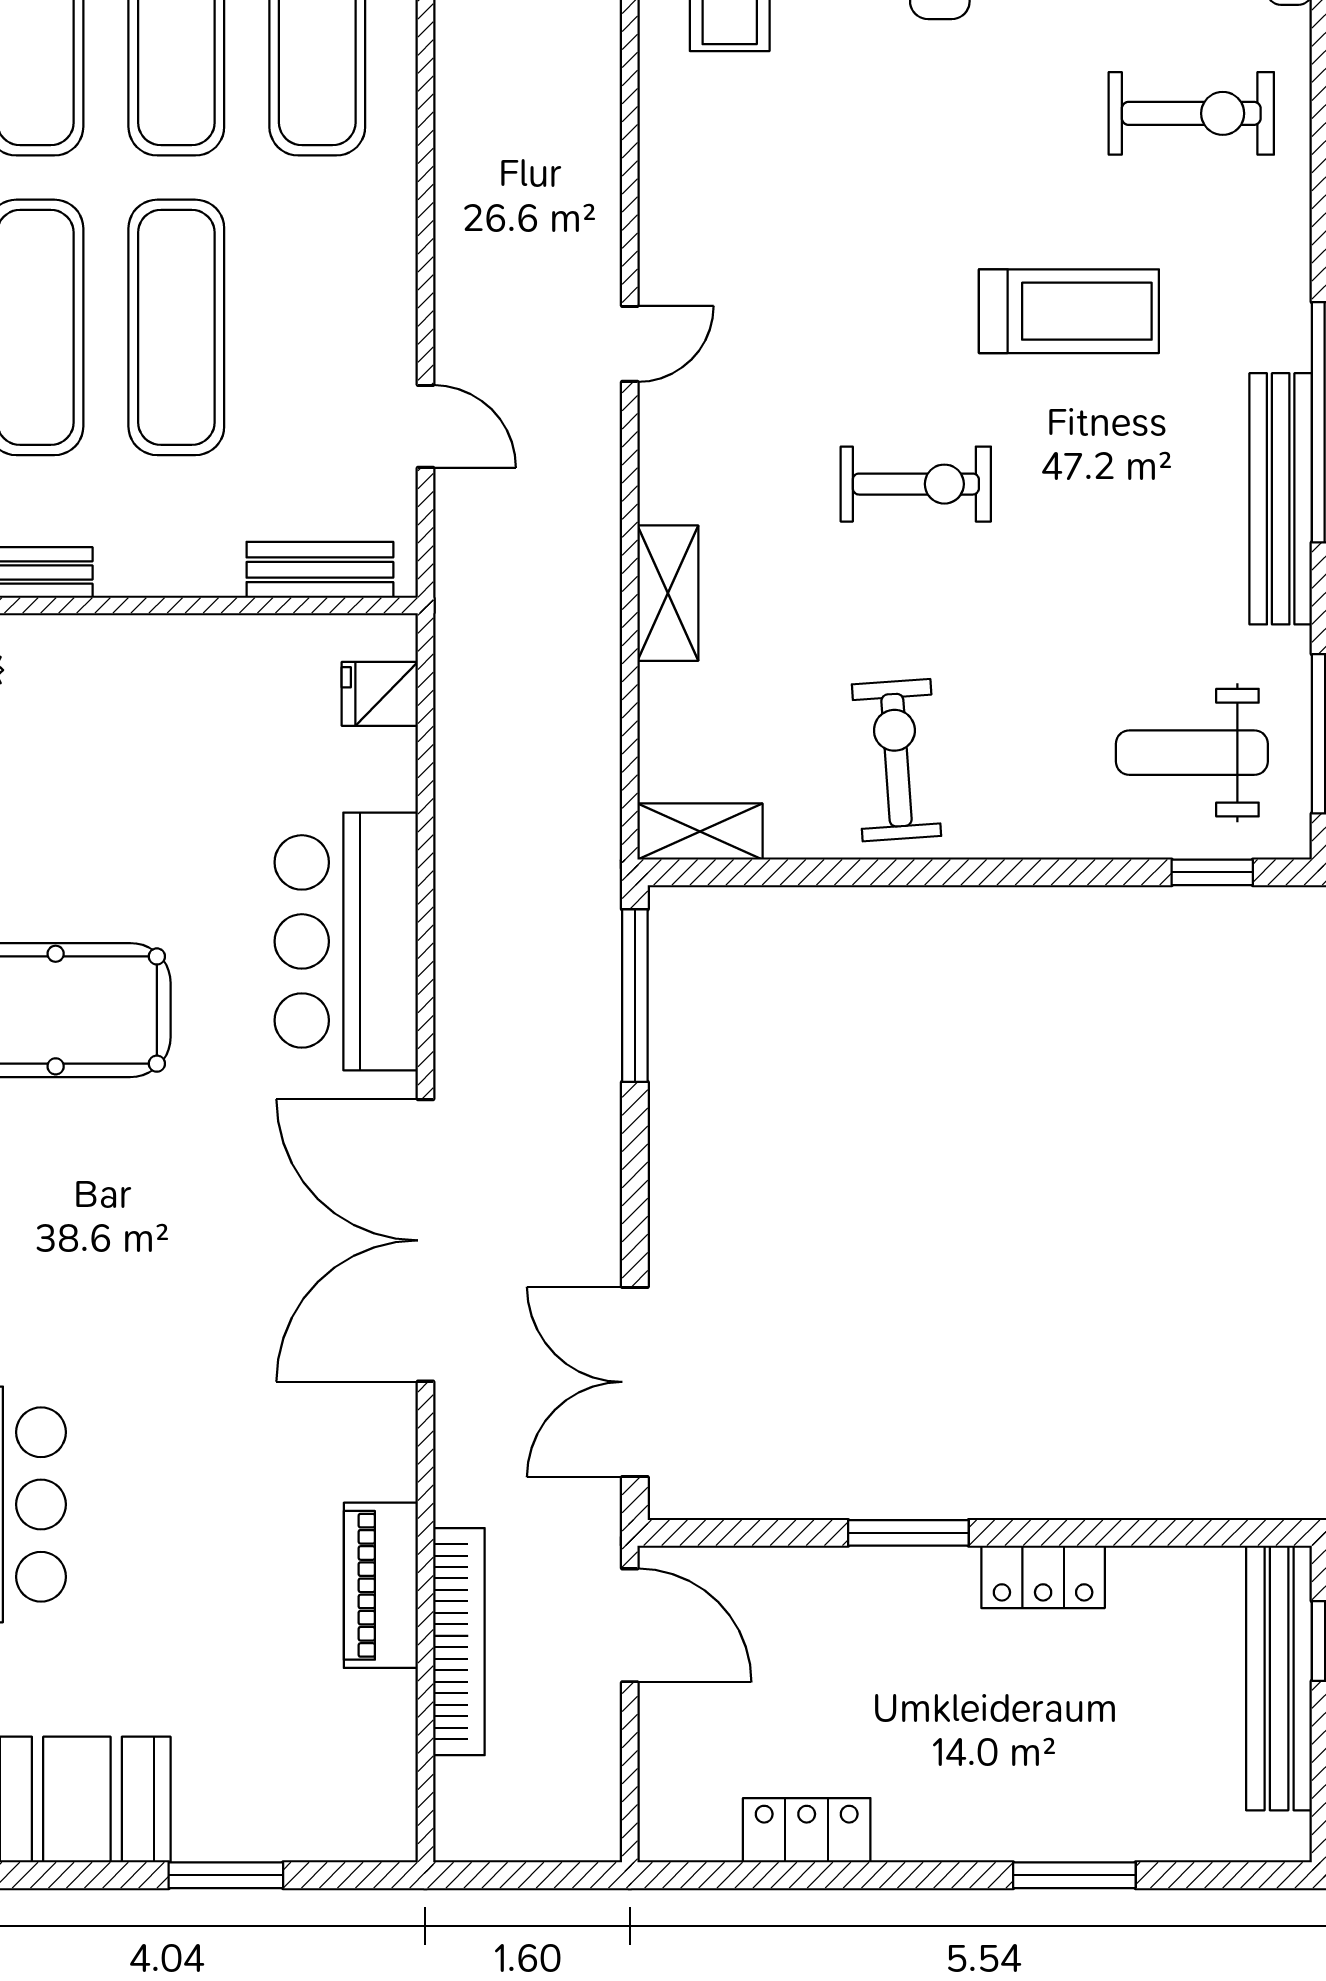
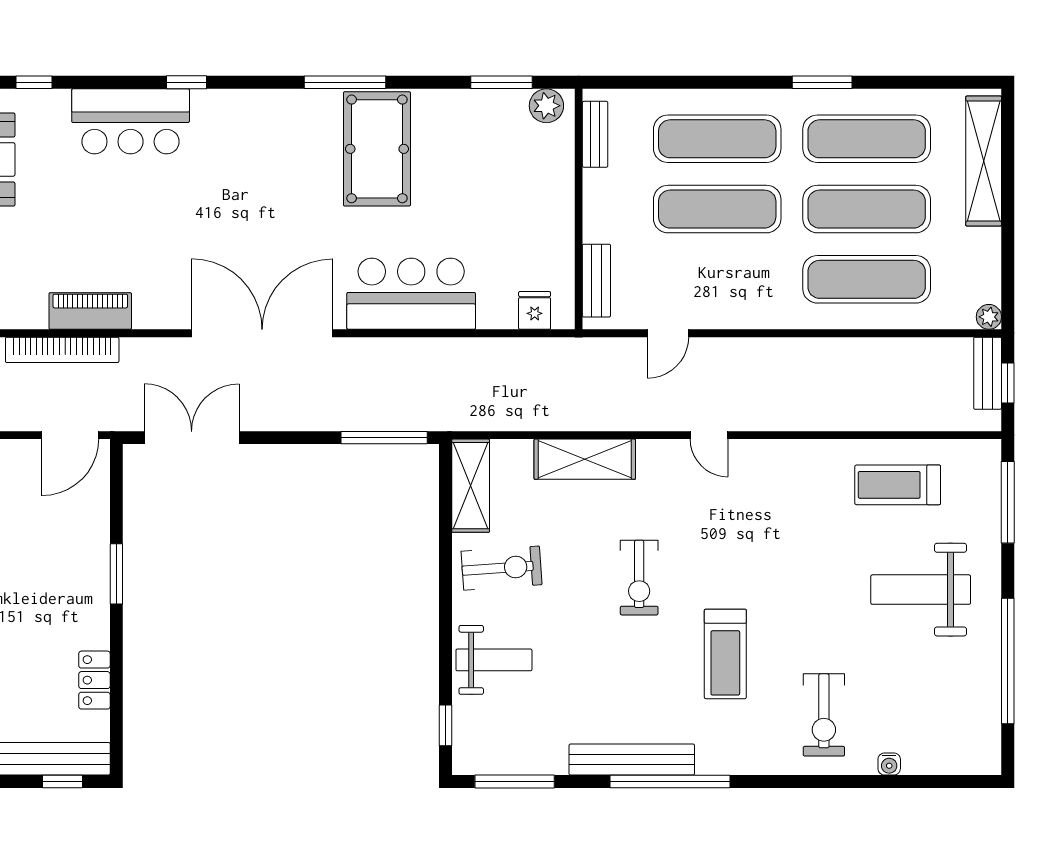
shelving: (668, 593) -> (585, 459), width x1.50, depth x1.33
weight bench: (1192, 753) -> (494, 660), moved, turned 90
shelving: (700, 832) -> (471, 486), width x1.50, depth x1.33
locker: (1043, 1577) -> (94, 680), moved

